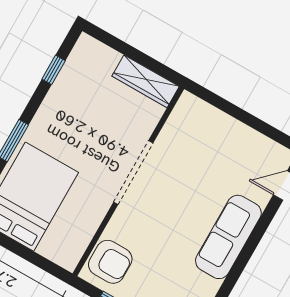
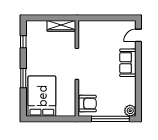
sofa: (228, 237) -> (128, 63), width x0.73

